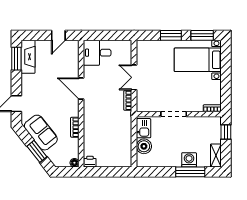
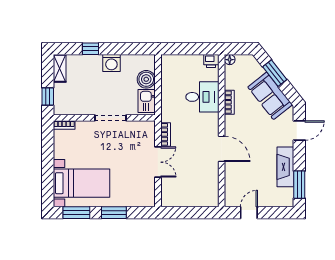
desk: (97, 53) -> (202, 97), moved
fireplace: (28, 57) -> (285, 167), moved
washing machine: (189, 160) -> (111, 63), moved
window: (190, 172) -> (91, 49), width x0.46

